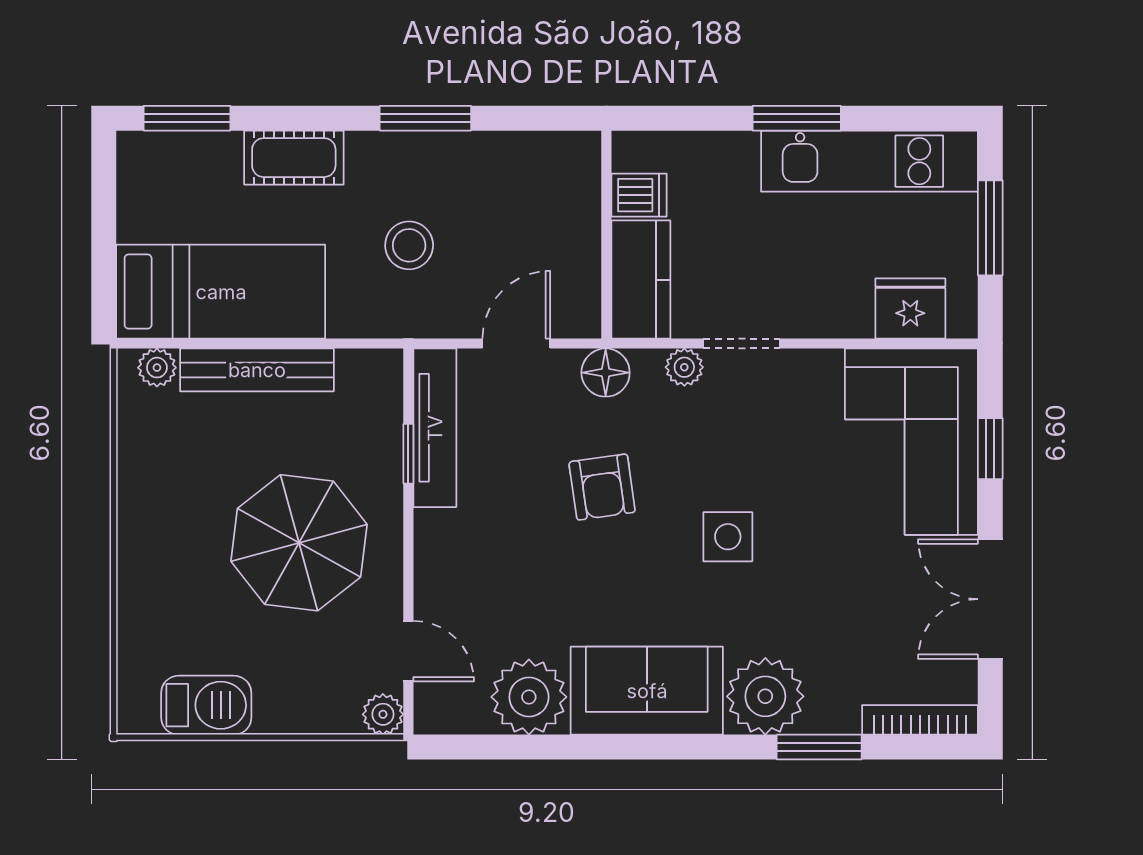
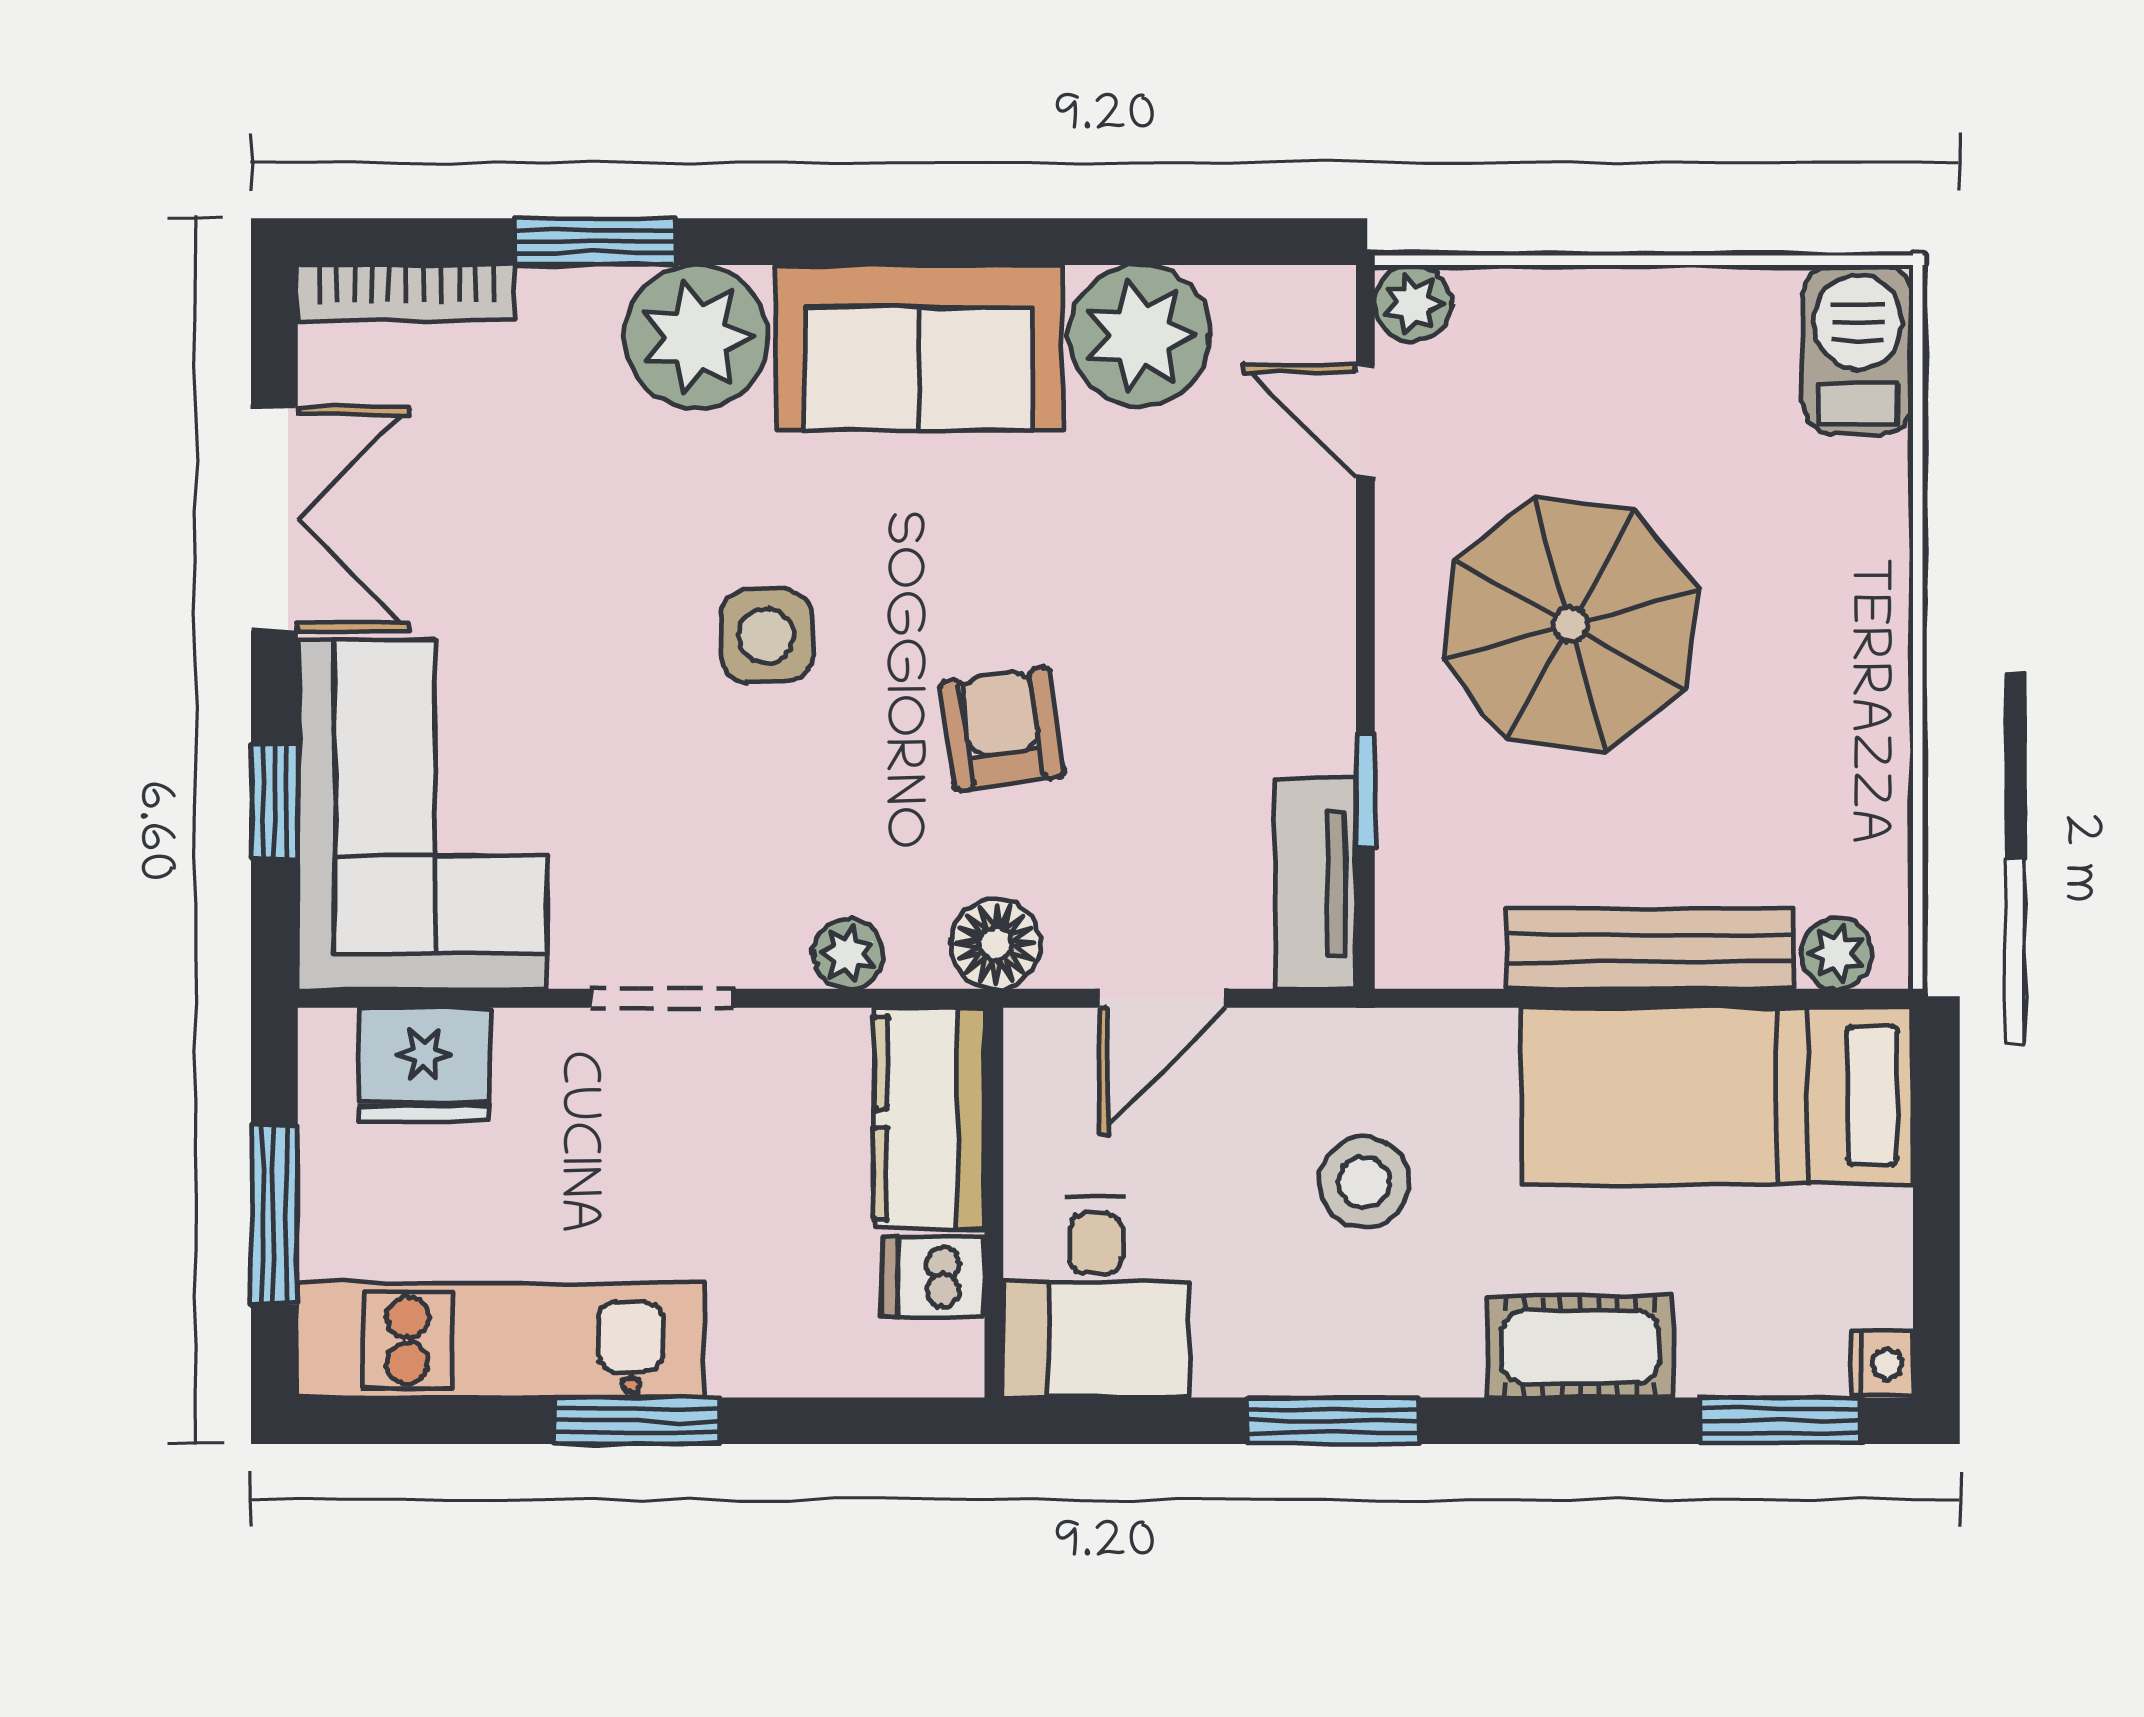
nightstand: (133, 149) -> (1882, 1364), added
desk: (552, 184) -> (1096, 1297), added
doorway: (742, 343) -> (662, 998), moved
tv unit: (435, 428) -> (1316, 883), width x0.71
barbecue: (206, 705) -> (1858, 350), moved, turned 90

